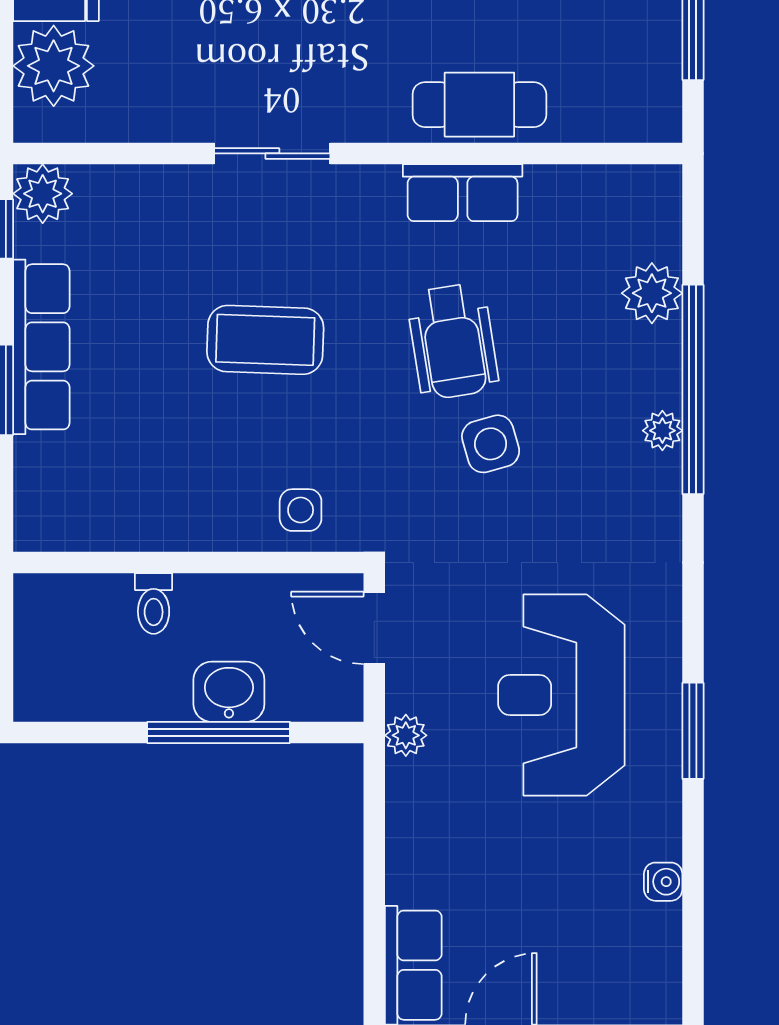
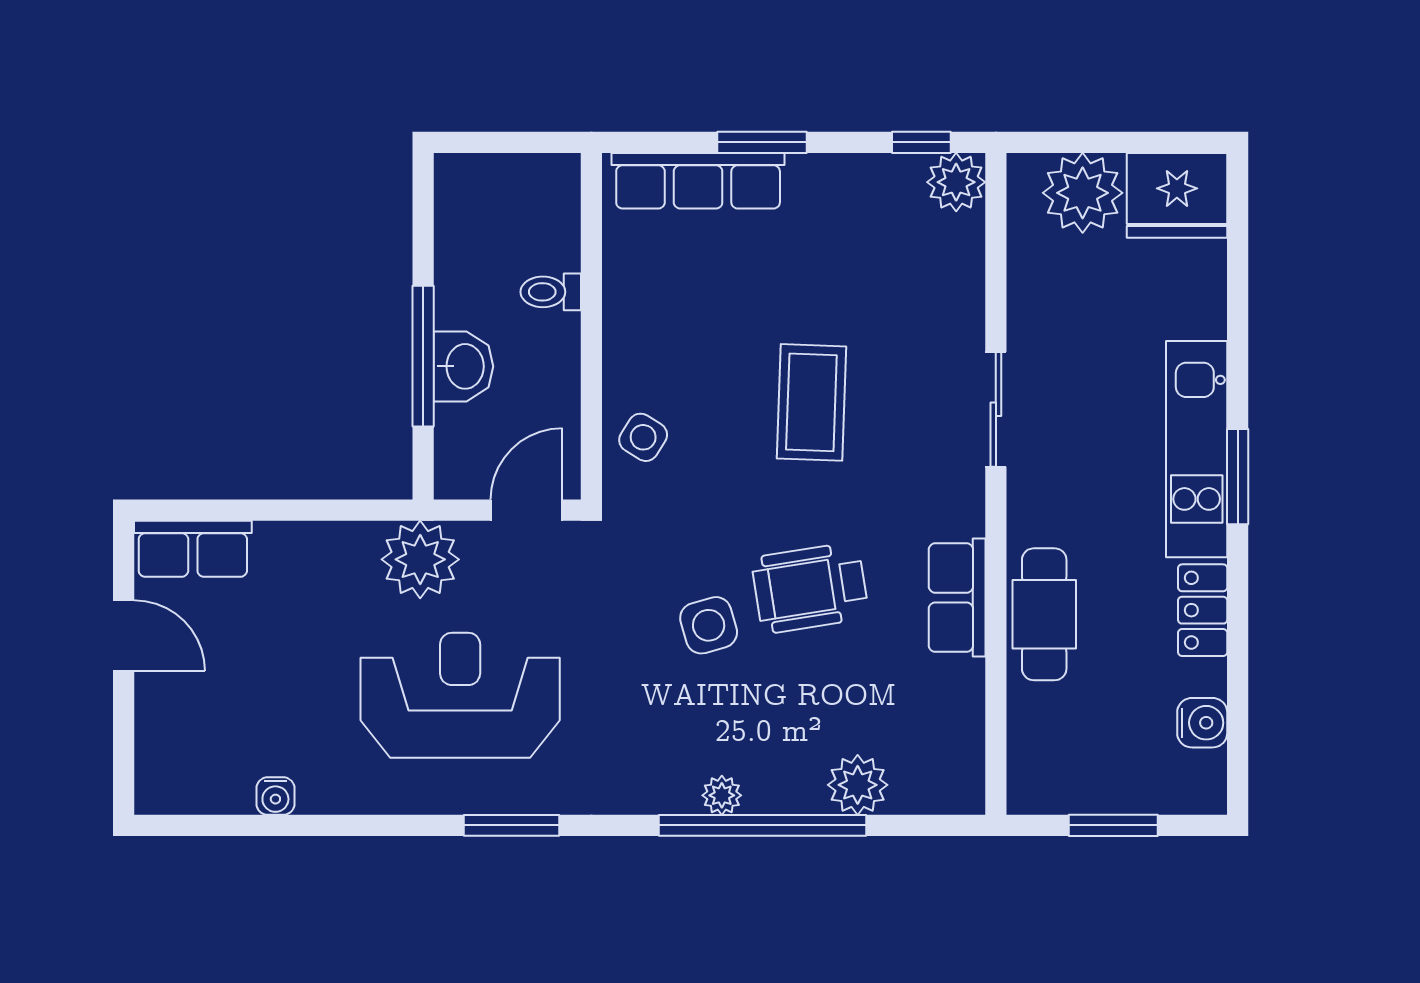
row of seats: (41, 347) -> (698, 181), moved
side table: (301, 510) -> (643, 437), turned 32
window: (693, 731) -> (511, 825), moved
plant: (406, 735) -> (420, 559), width x1.87, depth x1.87

